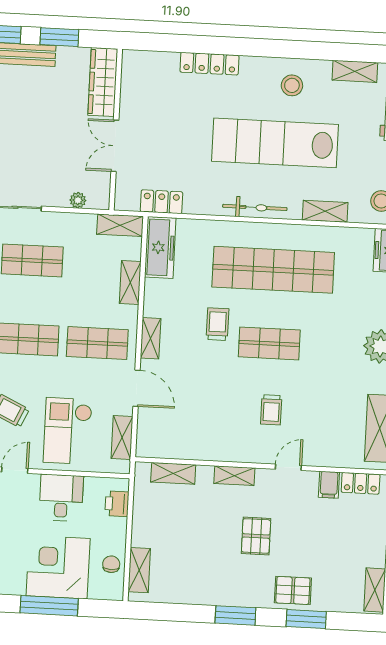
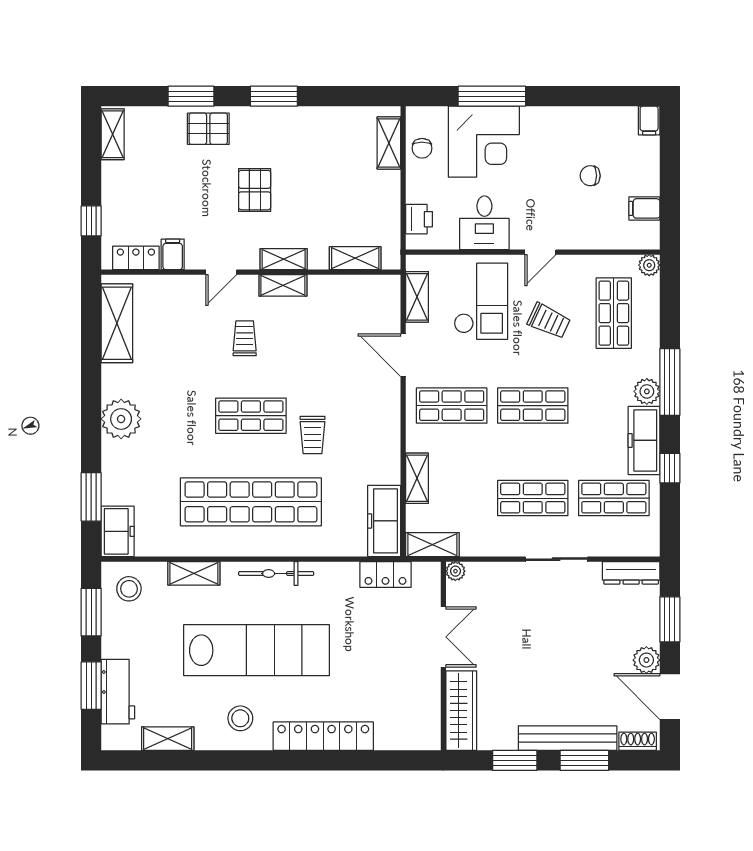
locker: (209, 64) -> (323, 736), width x1.41, depth x1.21
plant: (78, 200) -> (455, 571), moved
shelving: (151, 338) -> (283, 285), moved, turned 90

